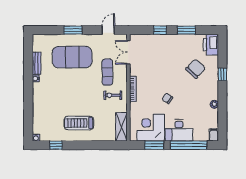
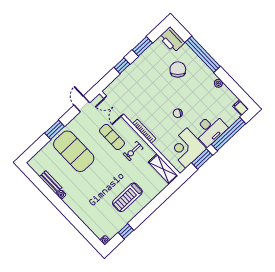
exercise mat: (72, 57) -> (74, 151), turned 90
window: (222, 74) -> (203, 54), width x3.17

